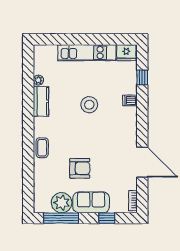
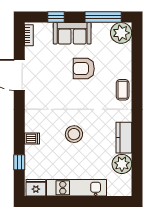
plant: (38, 80) -> (122, 164), width x1.88, depth x1.88
plant: (62, 203) -> (121, 33), moved

